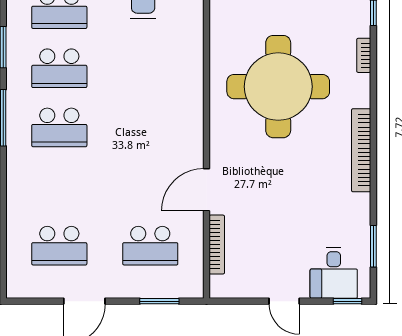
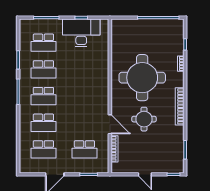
round table: (282, 178) -> (144, 119), added
school desk: (59, 187) -> (43, 123), added
door: (207, 190) -> (110, 124), swing flipped
desk: (334, 273) -> (167, 162), removed

